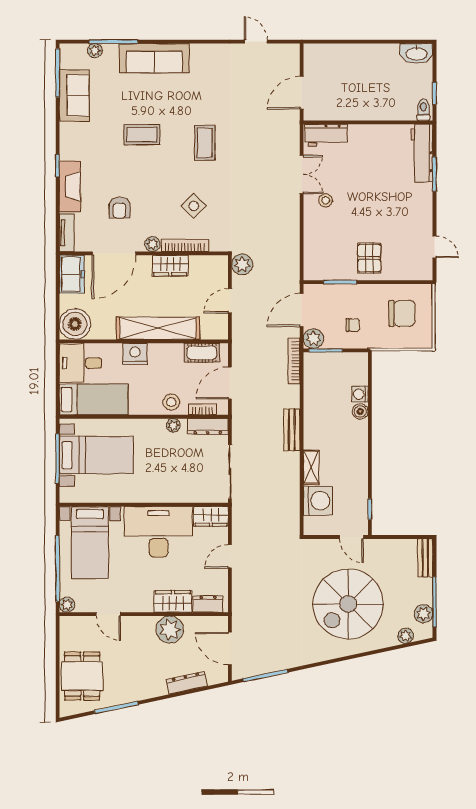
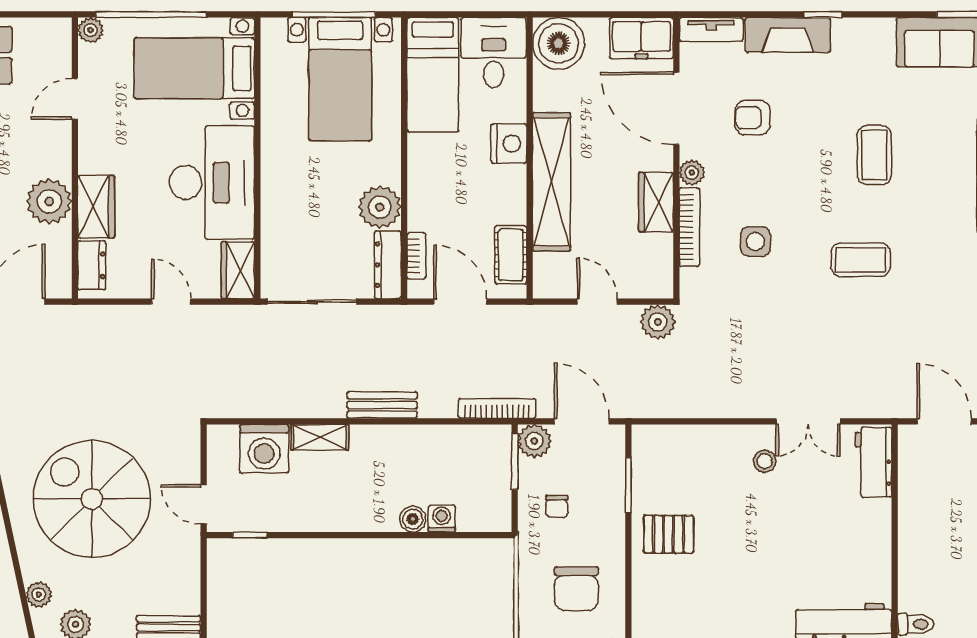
side table: (194, 206) -> (755, 241), turned 45
stool: (171, 402) -> (428, 204), removed
plant: (173, 425) -> (380, 207), width x1.88, depth x1.88
door: (351, 537) -> (204, 504), hinge flipped

